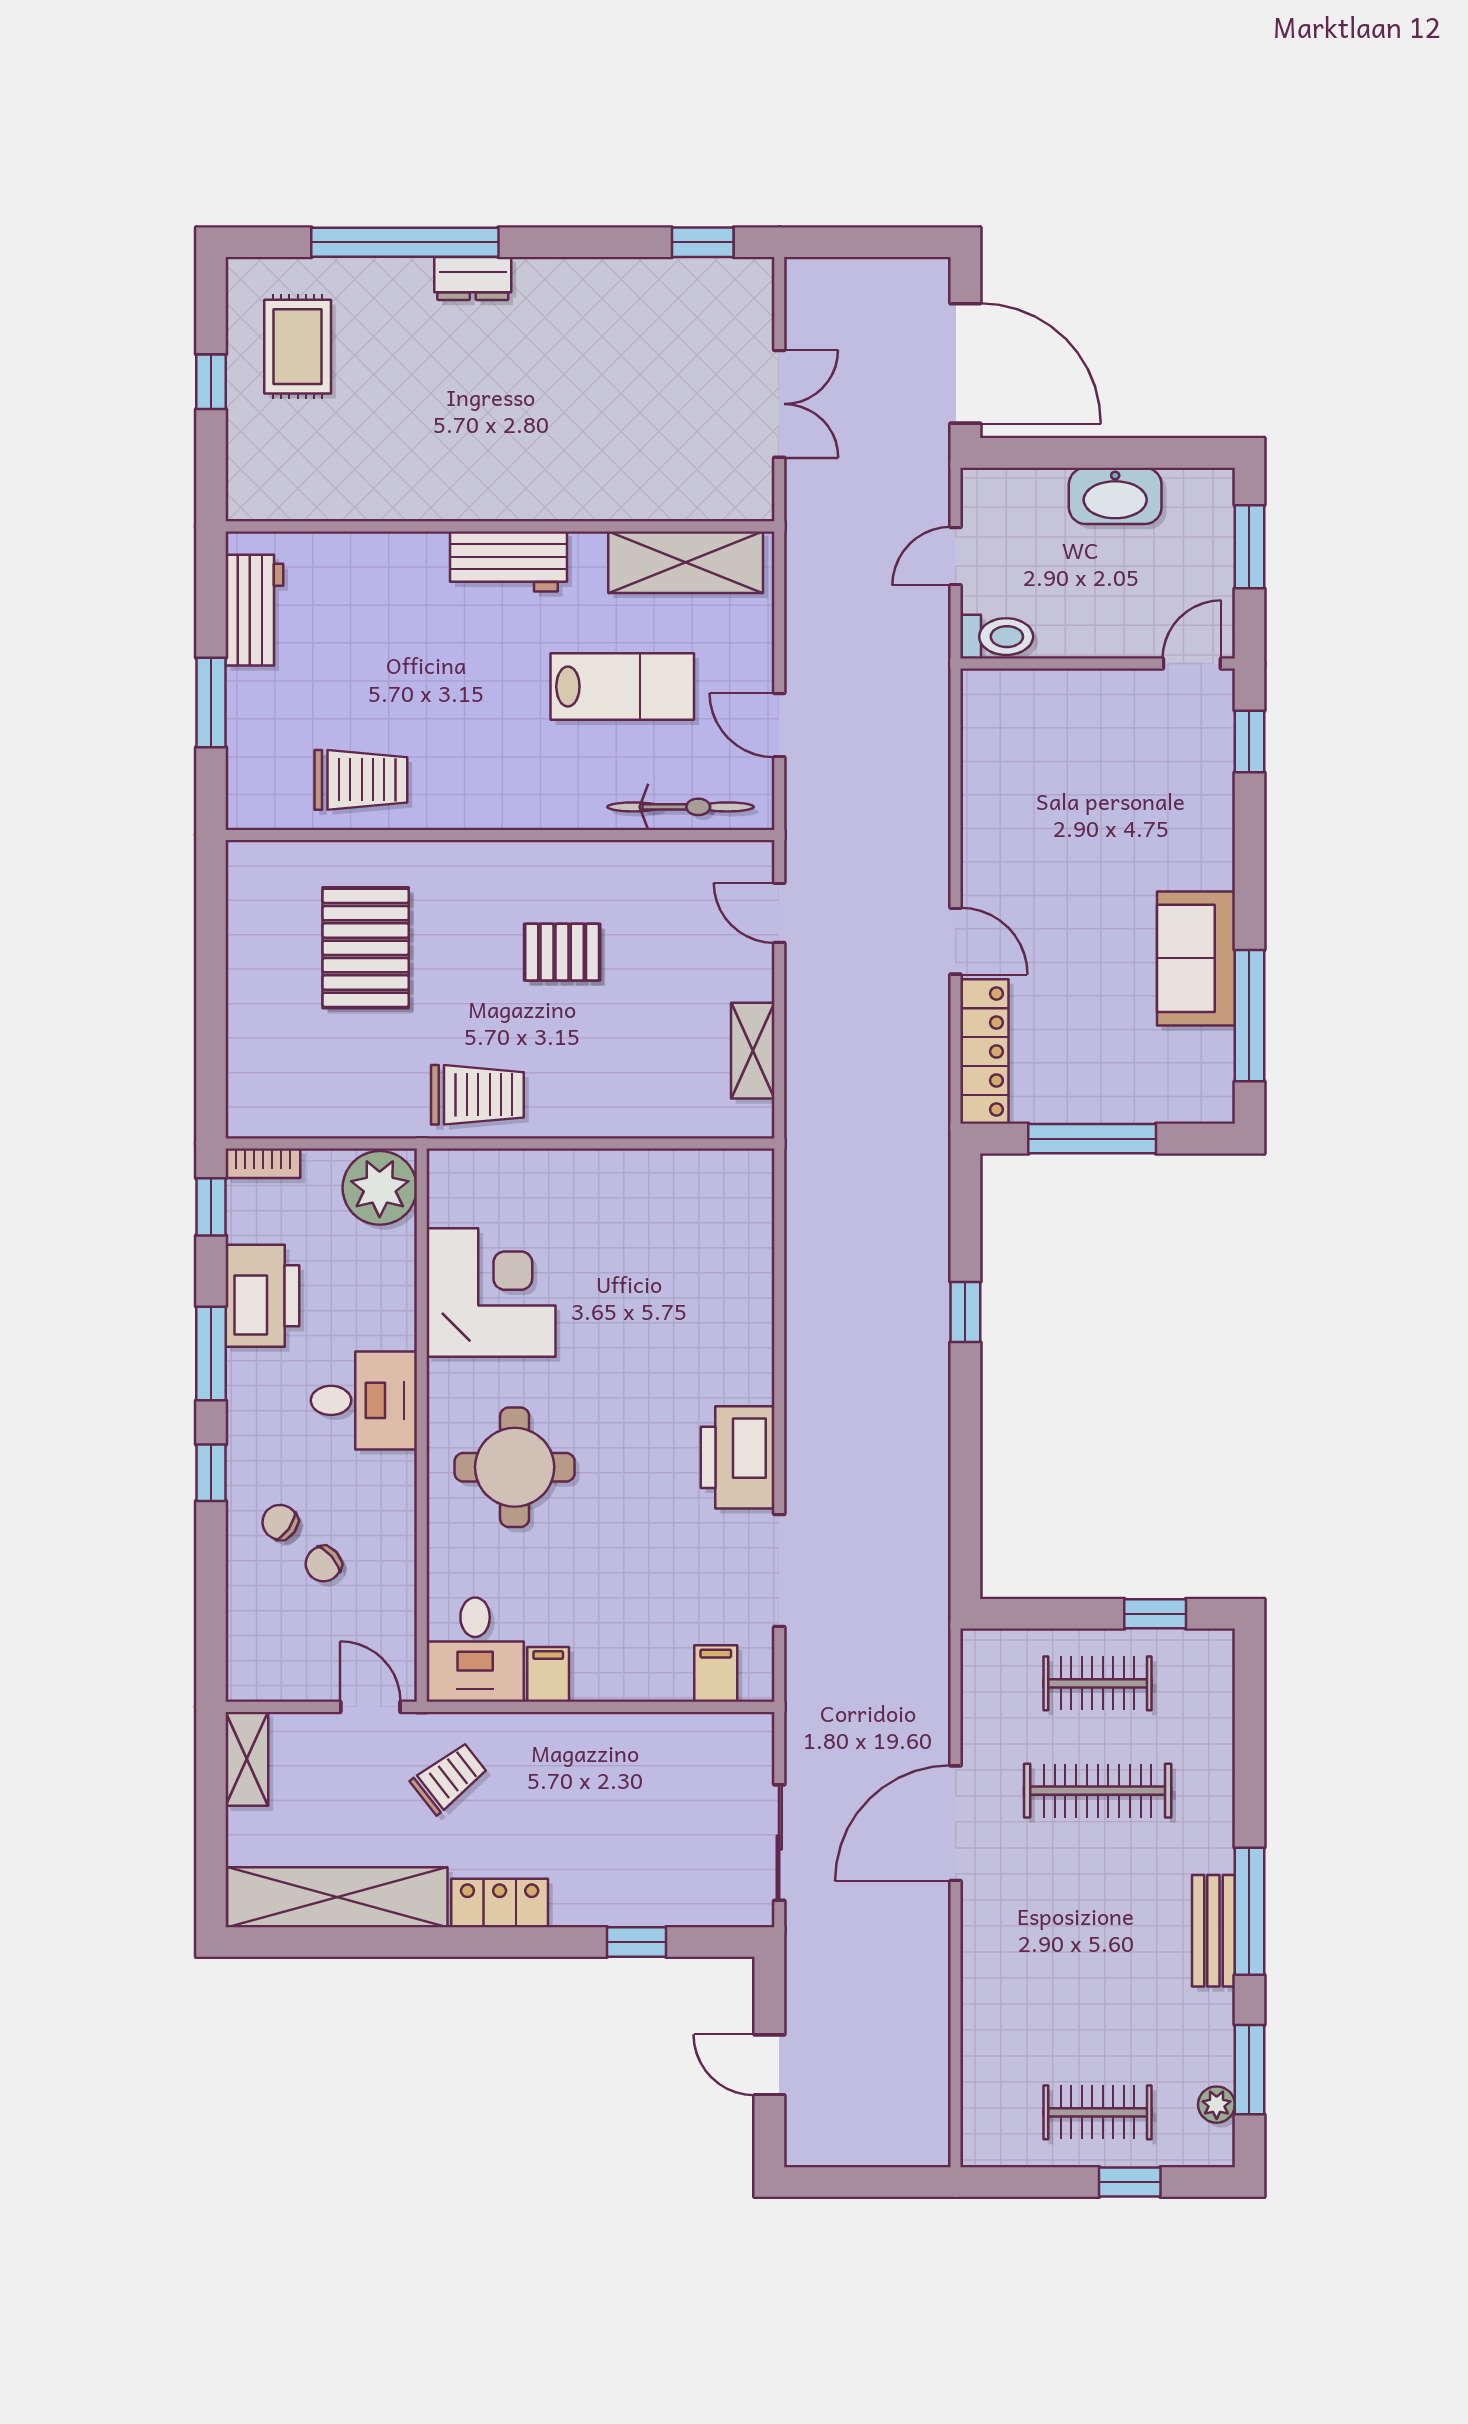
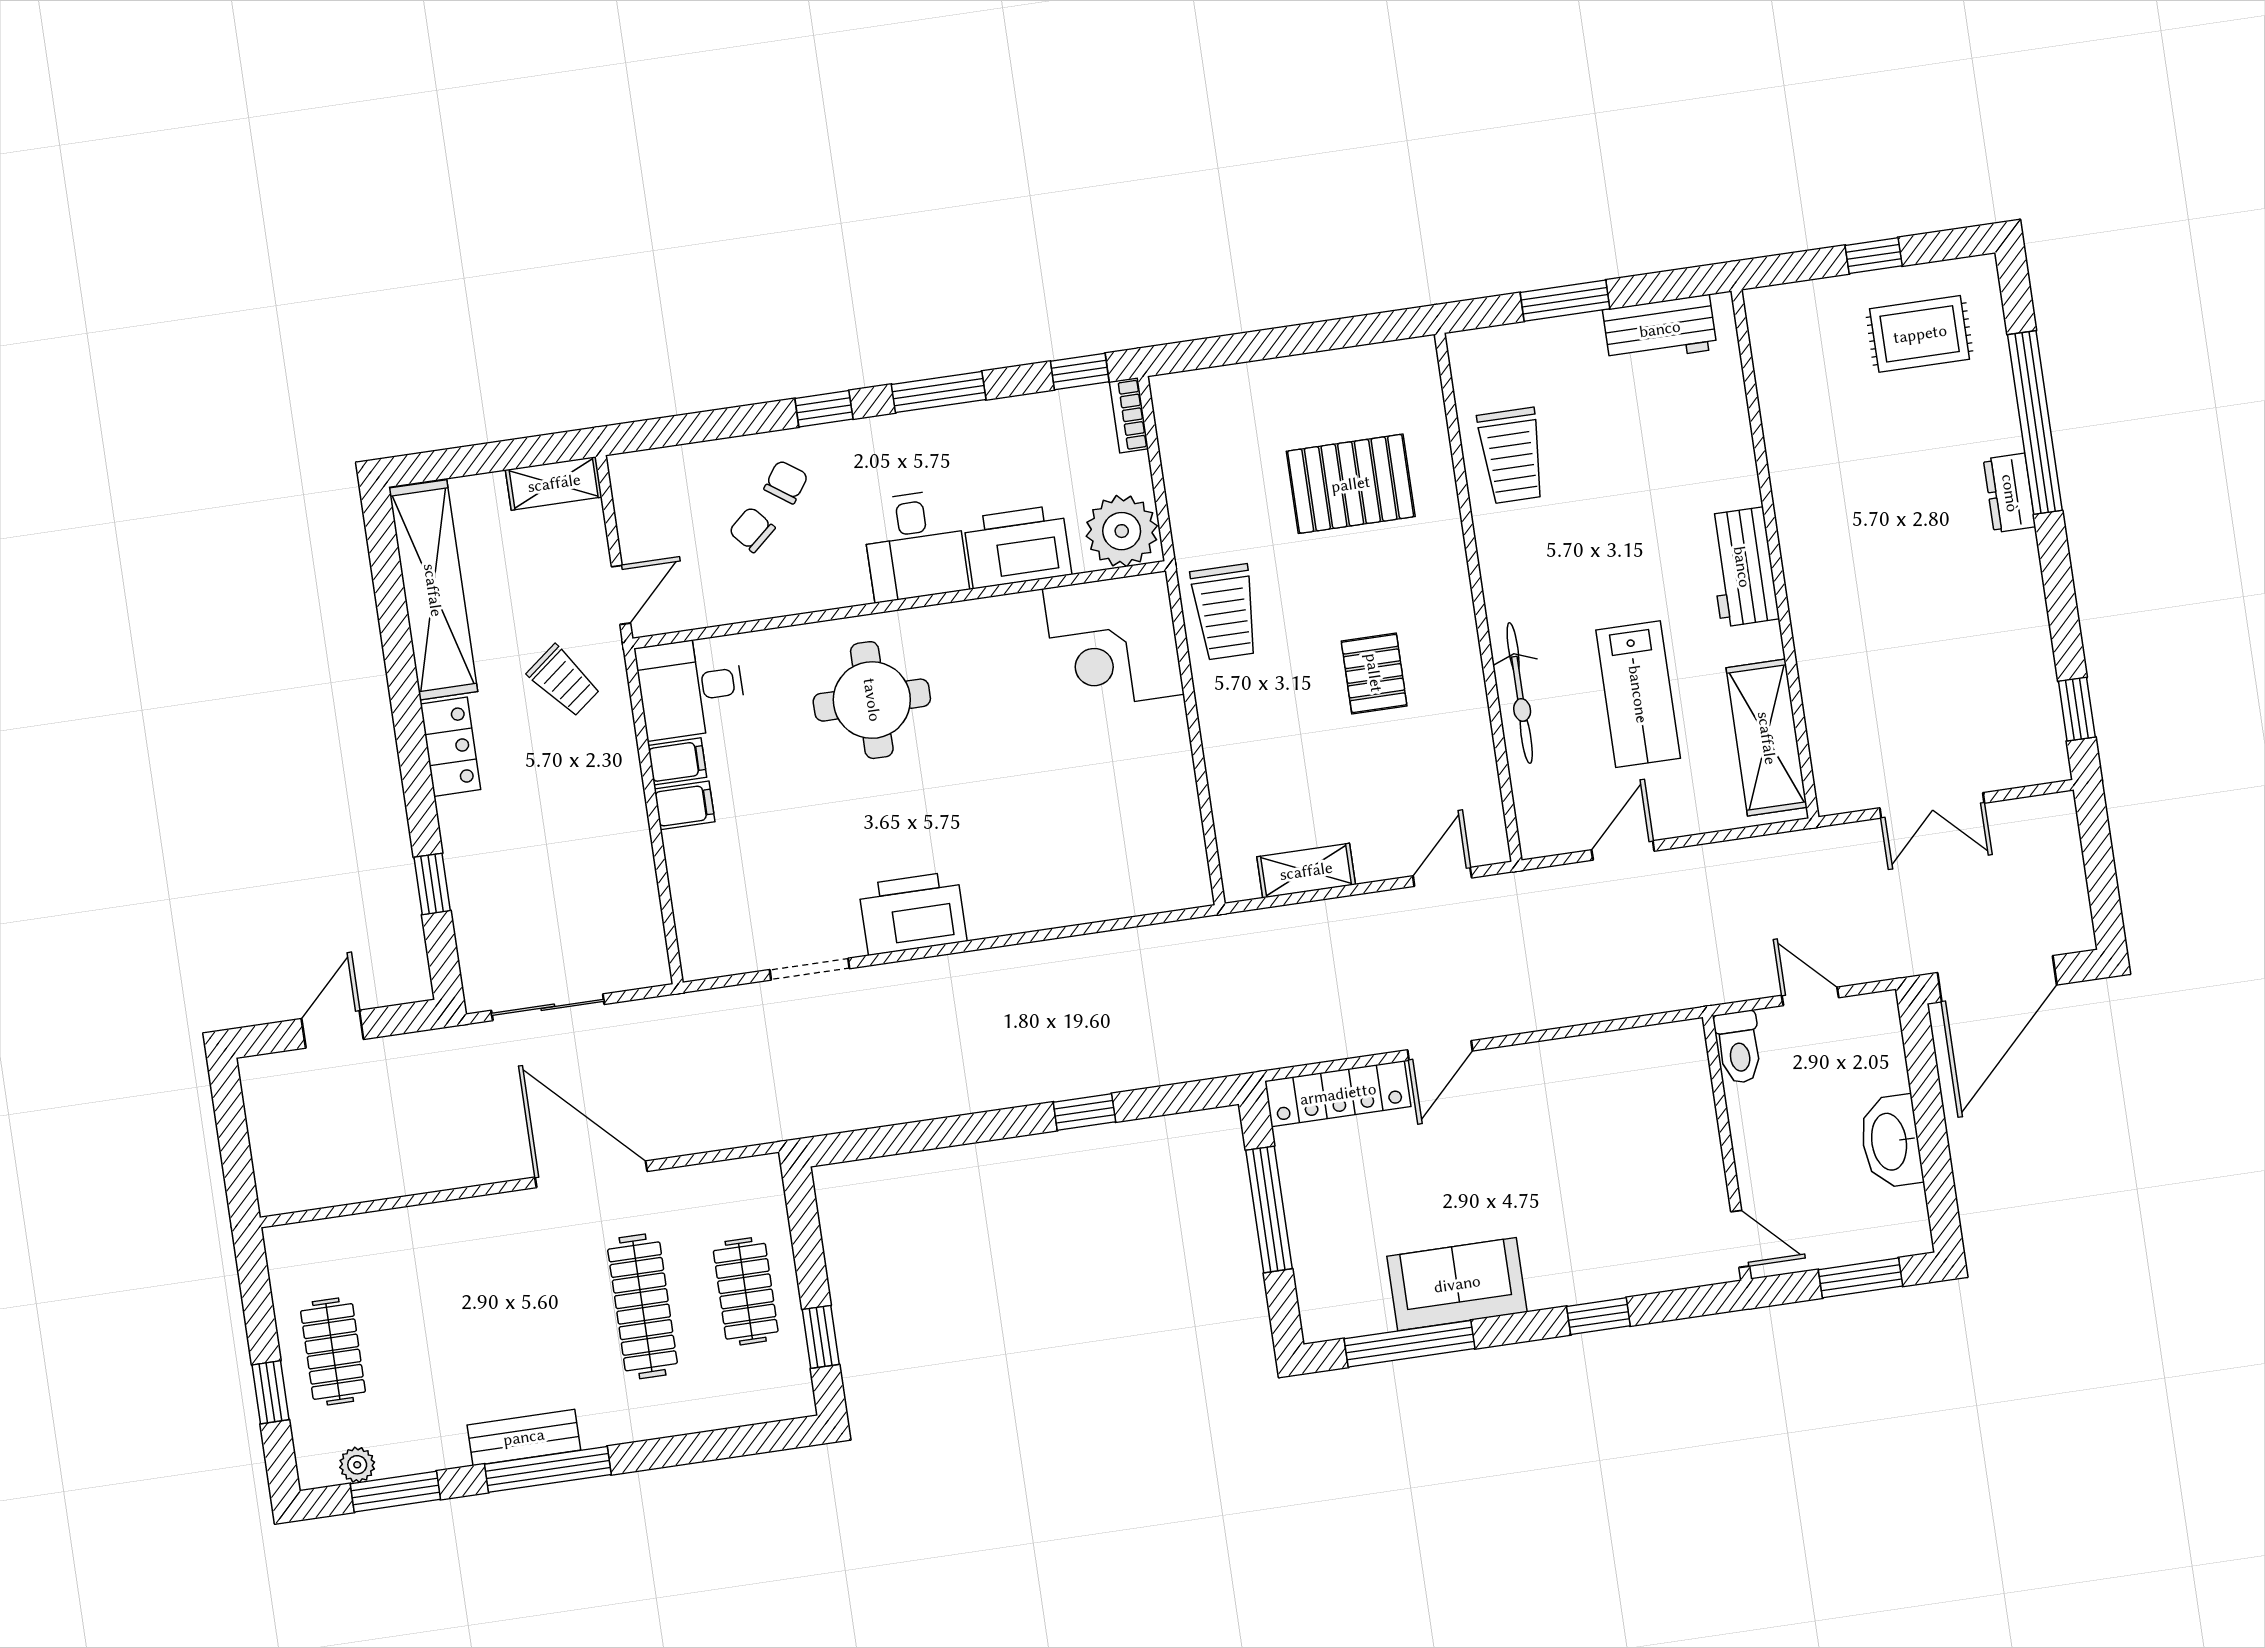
window: (1249, 741) -> (1598, 1316), moved
bicycle: (681, 807) -> (1520, 693), moved
corner desk: (491, 1292) -> (1113, 642), moved, turned 90
printer: (262, 1296) -> (1017, 547), moved, turned 180
doorway: (779, 1570) -> (810, 969), width x0.73
filing cabinet: (716, 1674) -> (685, 805), moved

